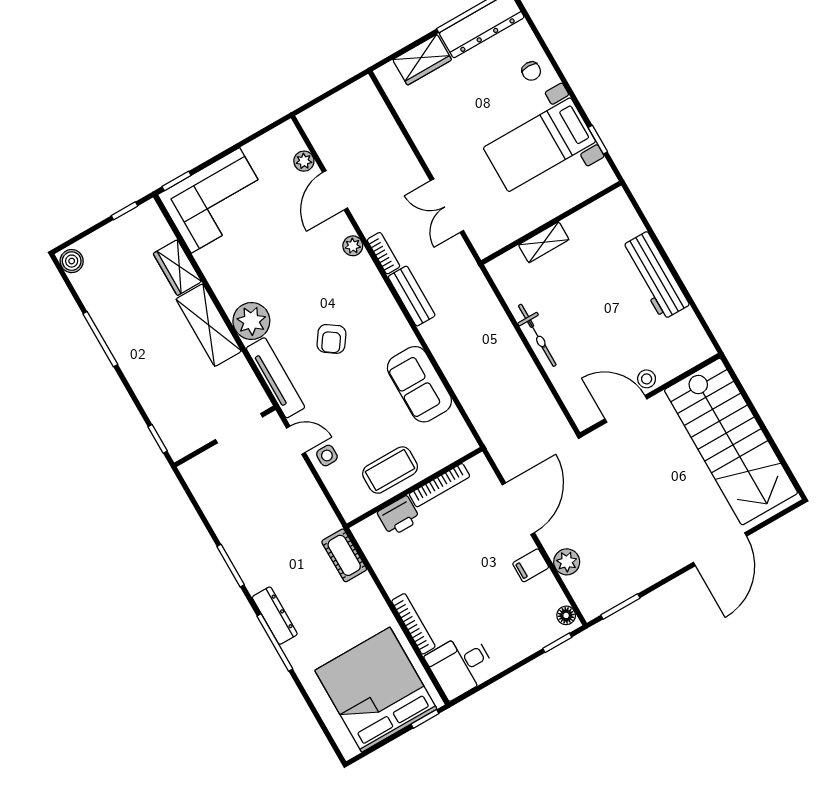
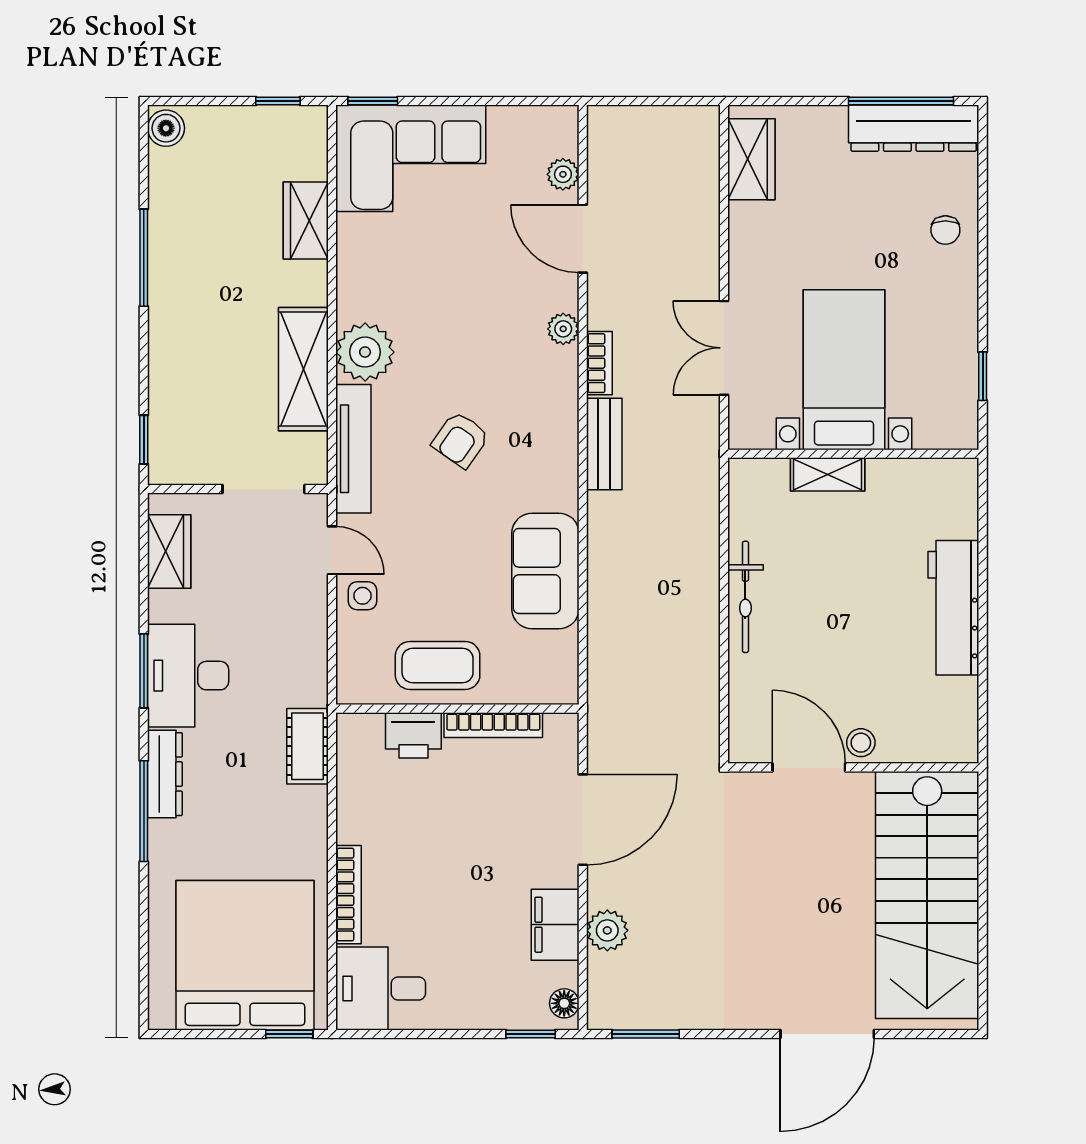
wardrobe: (422, 60) -> (751, 159), moved, turned -90
bed with nightstands: (539, 145) -> (844, 370), moved, turned 90
door: (335, 190) -> (583, 239), hinge flipped
shelving: (209, 325) -> (303, 369), moved
wardrobe: (207, 492) -> (169, 551), added
desk: (256, 554) -> (188, 676), added
filing cabinet: (531, 565) -> (555, 925), width x2.00

